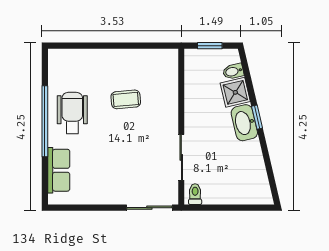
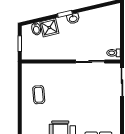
coffee table: (126, 99) -> (39, 95), moved
washbasin: (244, 123) -> (73, 19), width x0.52, depth x0.69

